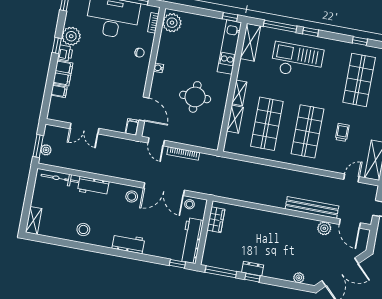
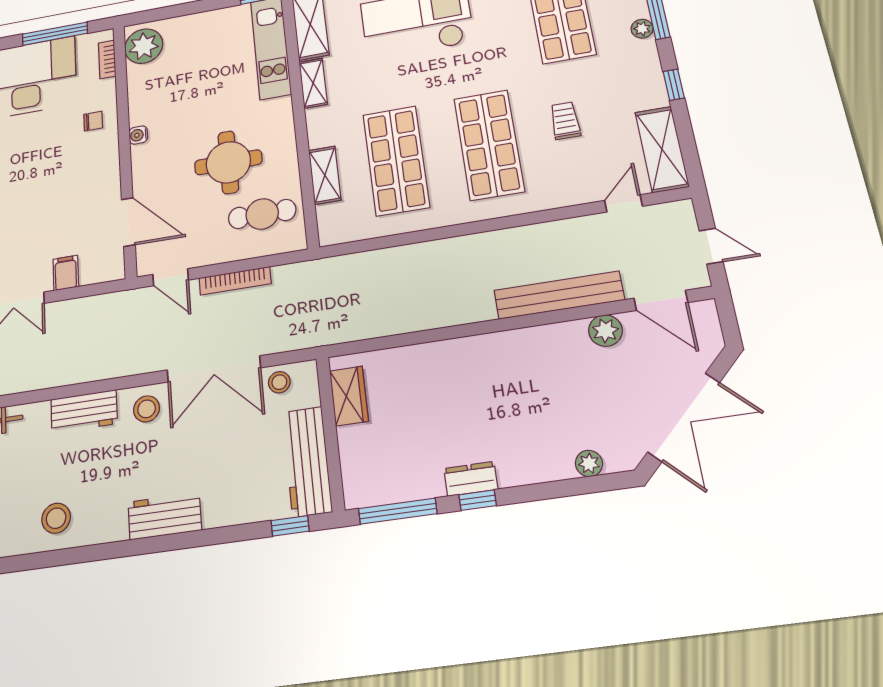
shelving: (239, 93) -> (313, 83), moved
filing cabinet: (132, 127) -> (66, 273), moved
cafe table: (203, 127) -> (262, 214), added
workbench: (93, 186) -> (84, 411), moved

